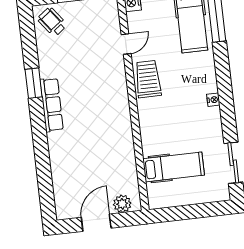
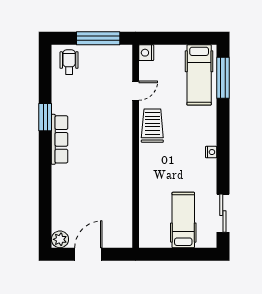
wheelchair: (52, 22) -> (69, 62), turned 37
hospital bed: (173, 167) -> (183, 220), moved, turned -90
plant: (122, 204) -> (60, 239), moved

